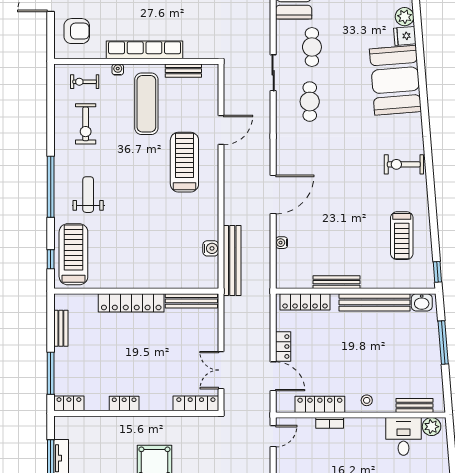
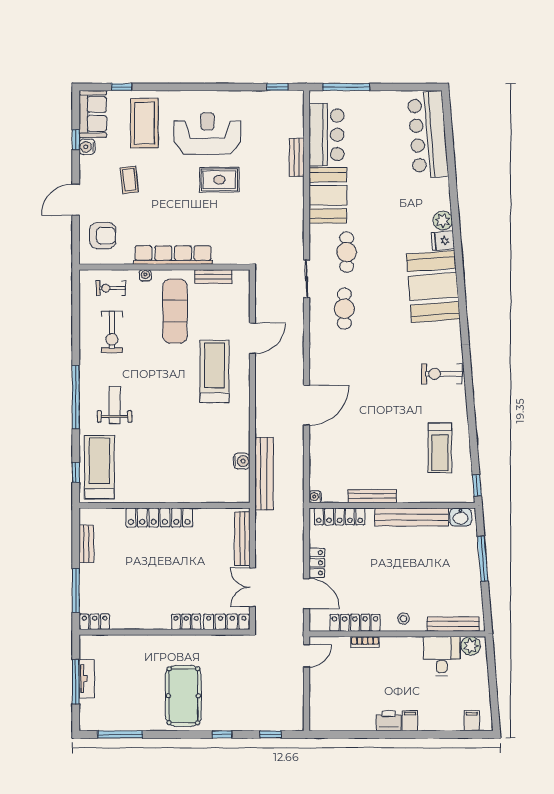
water cooler: (282, 243) -> (315, 497), moved
bench: (191, 301) -> (242, 539), moved, turned 90
locker: (124, 403) -> (186, 622), moved
bench: (415, 406) -> (453, 624), width x1.36

